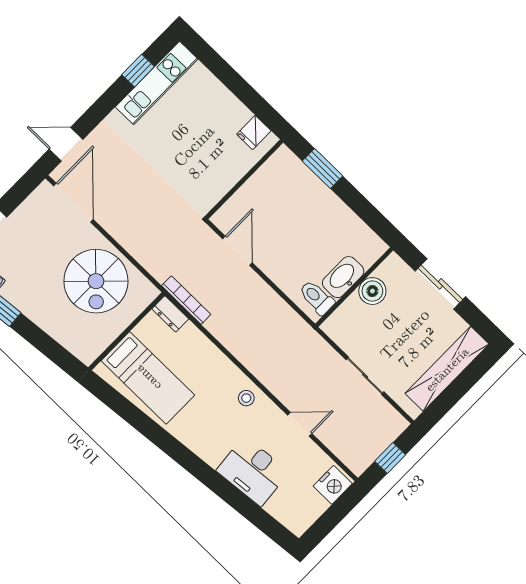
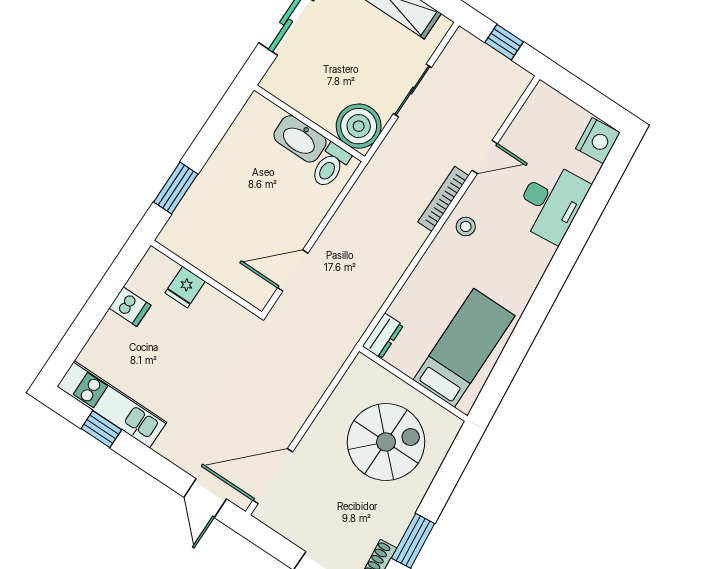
dishwasher: (233, 113) -> (130, 307), added
fridge: (254, 132) -> (185, 287), moved, turned 90
spiral stairs: (96, 281) -> (386, 442), moved
boiler: (372, 291) -> (359, 126), moved, width x1.37, depth x1.37
bookcase: (186, 300) -> (443, 199), moved
door: (300, 424) -> (485, 157), swing flipped
nightstand: (333, 485) -> (598, 141), moved, turned 85

